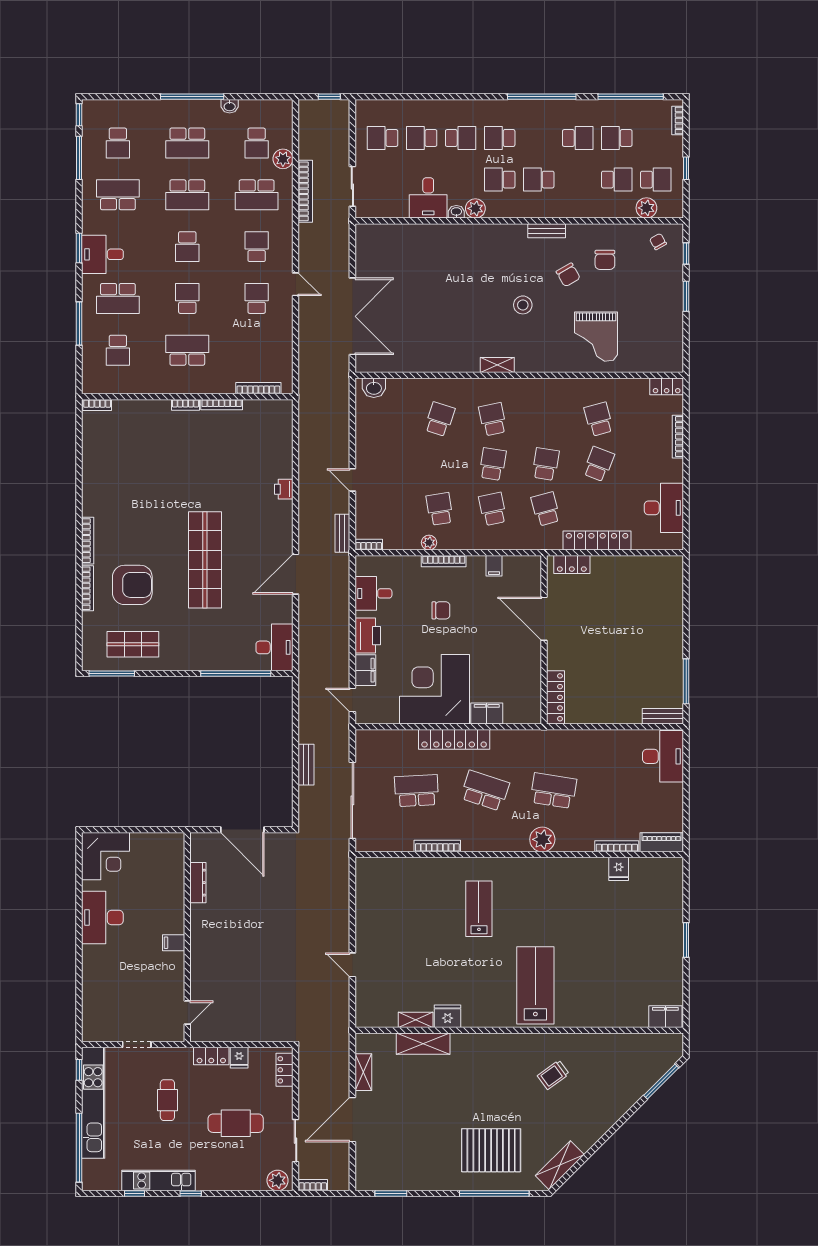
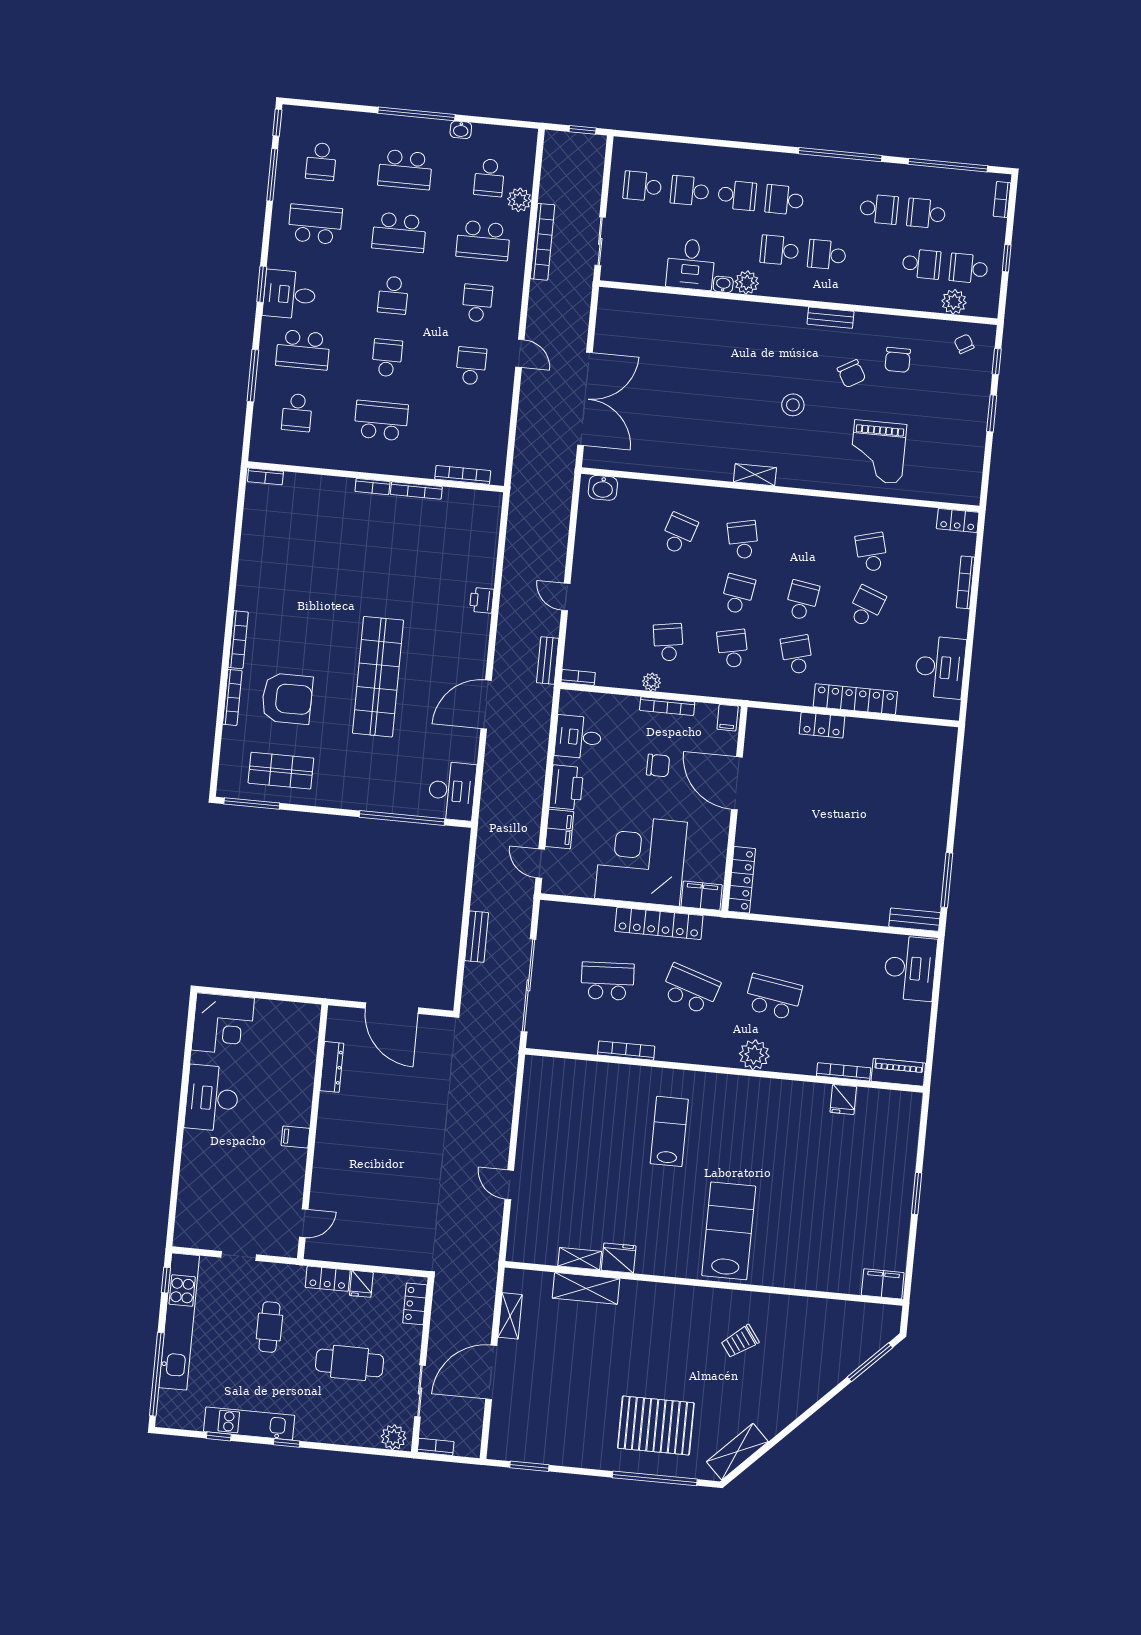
school desk: (656, 180) -> (969, 268), turned 180
door: (544, 619) -> (737, 783), moved
wall: (544, 640) -> (734, 809), moved
locker: (556, 697) -> (742, 880), moved

